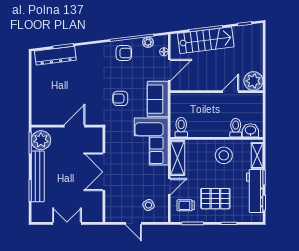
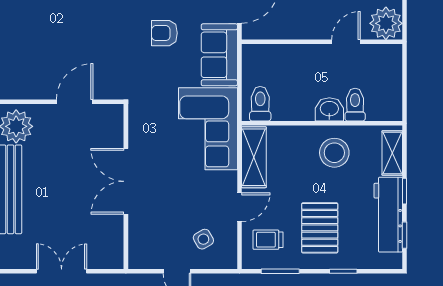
armchair: (120, 98) -> (164, 33), moved
washbasin: (250, 130) -> (329, 109), moved
pallet: (215, 199) -> (320, 228), turned 90

